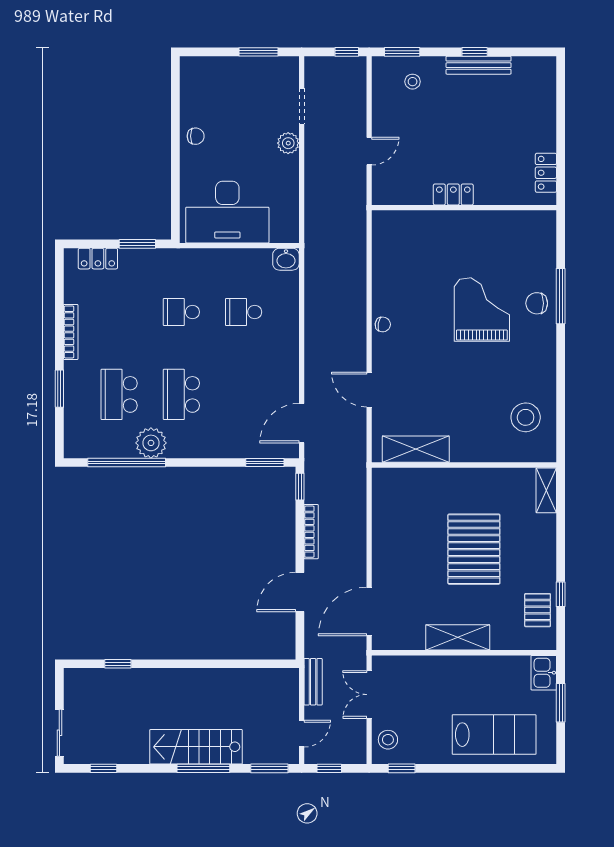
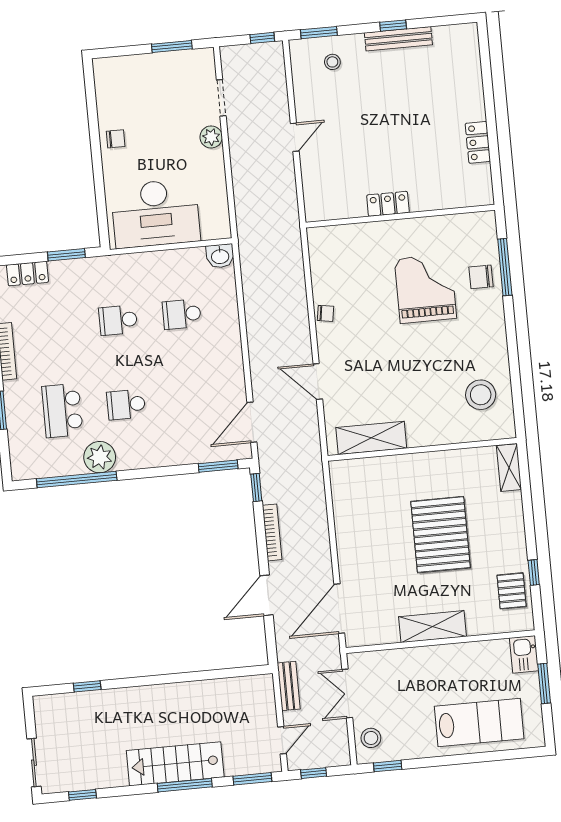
locker: (453, 194) -> (388, 204), moved
wall: (464, 208) -> (400, 216), moved
school desk: (181, 394) -> (126, 405), width x0.54

